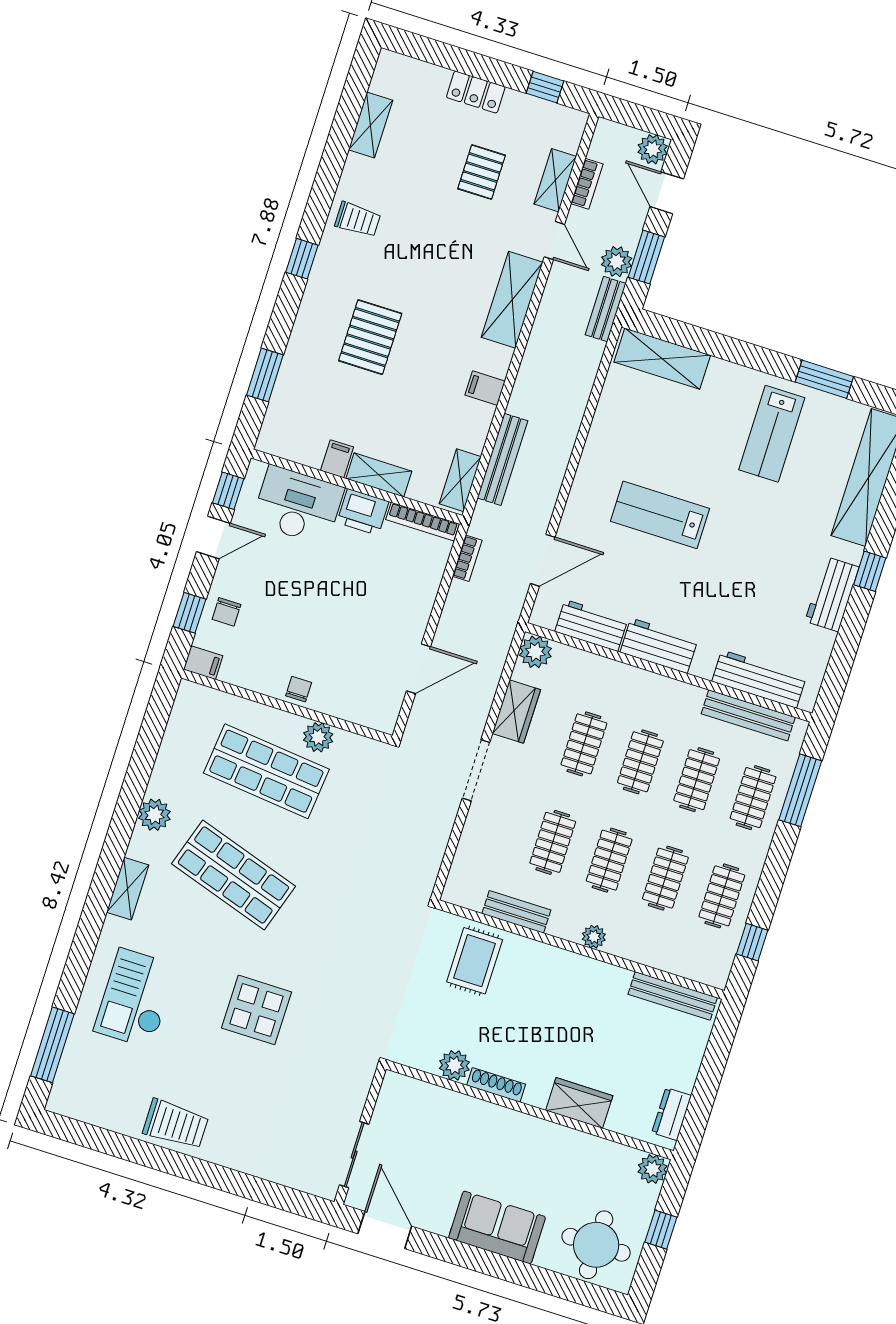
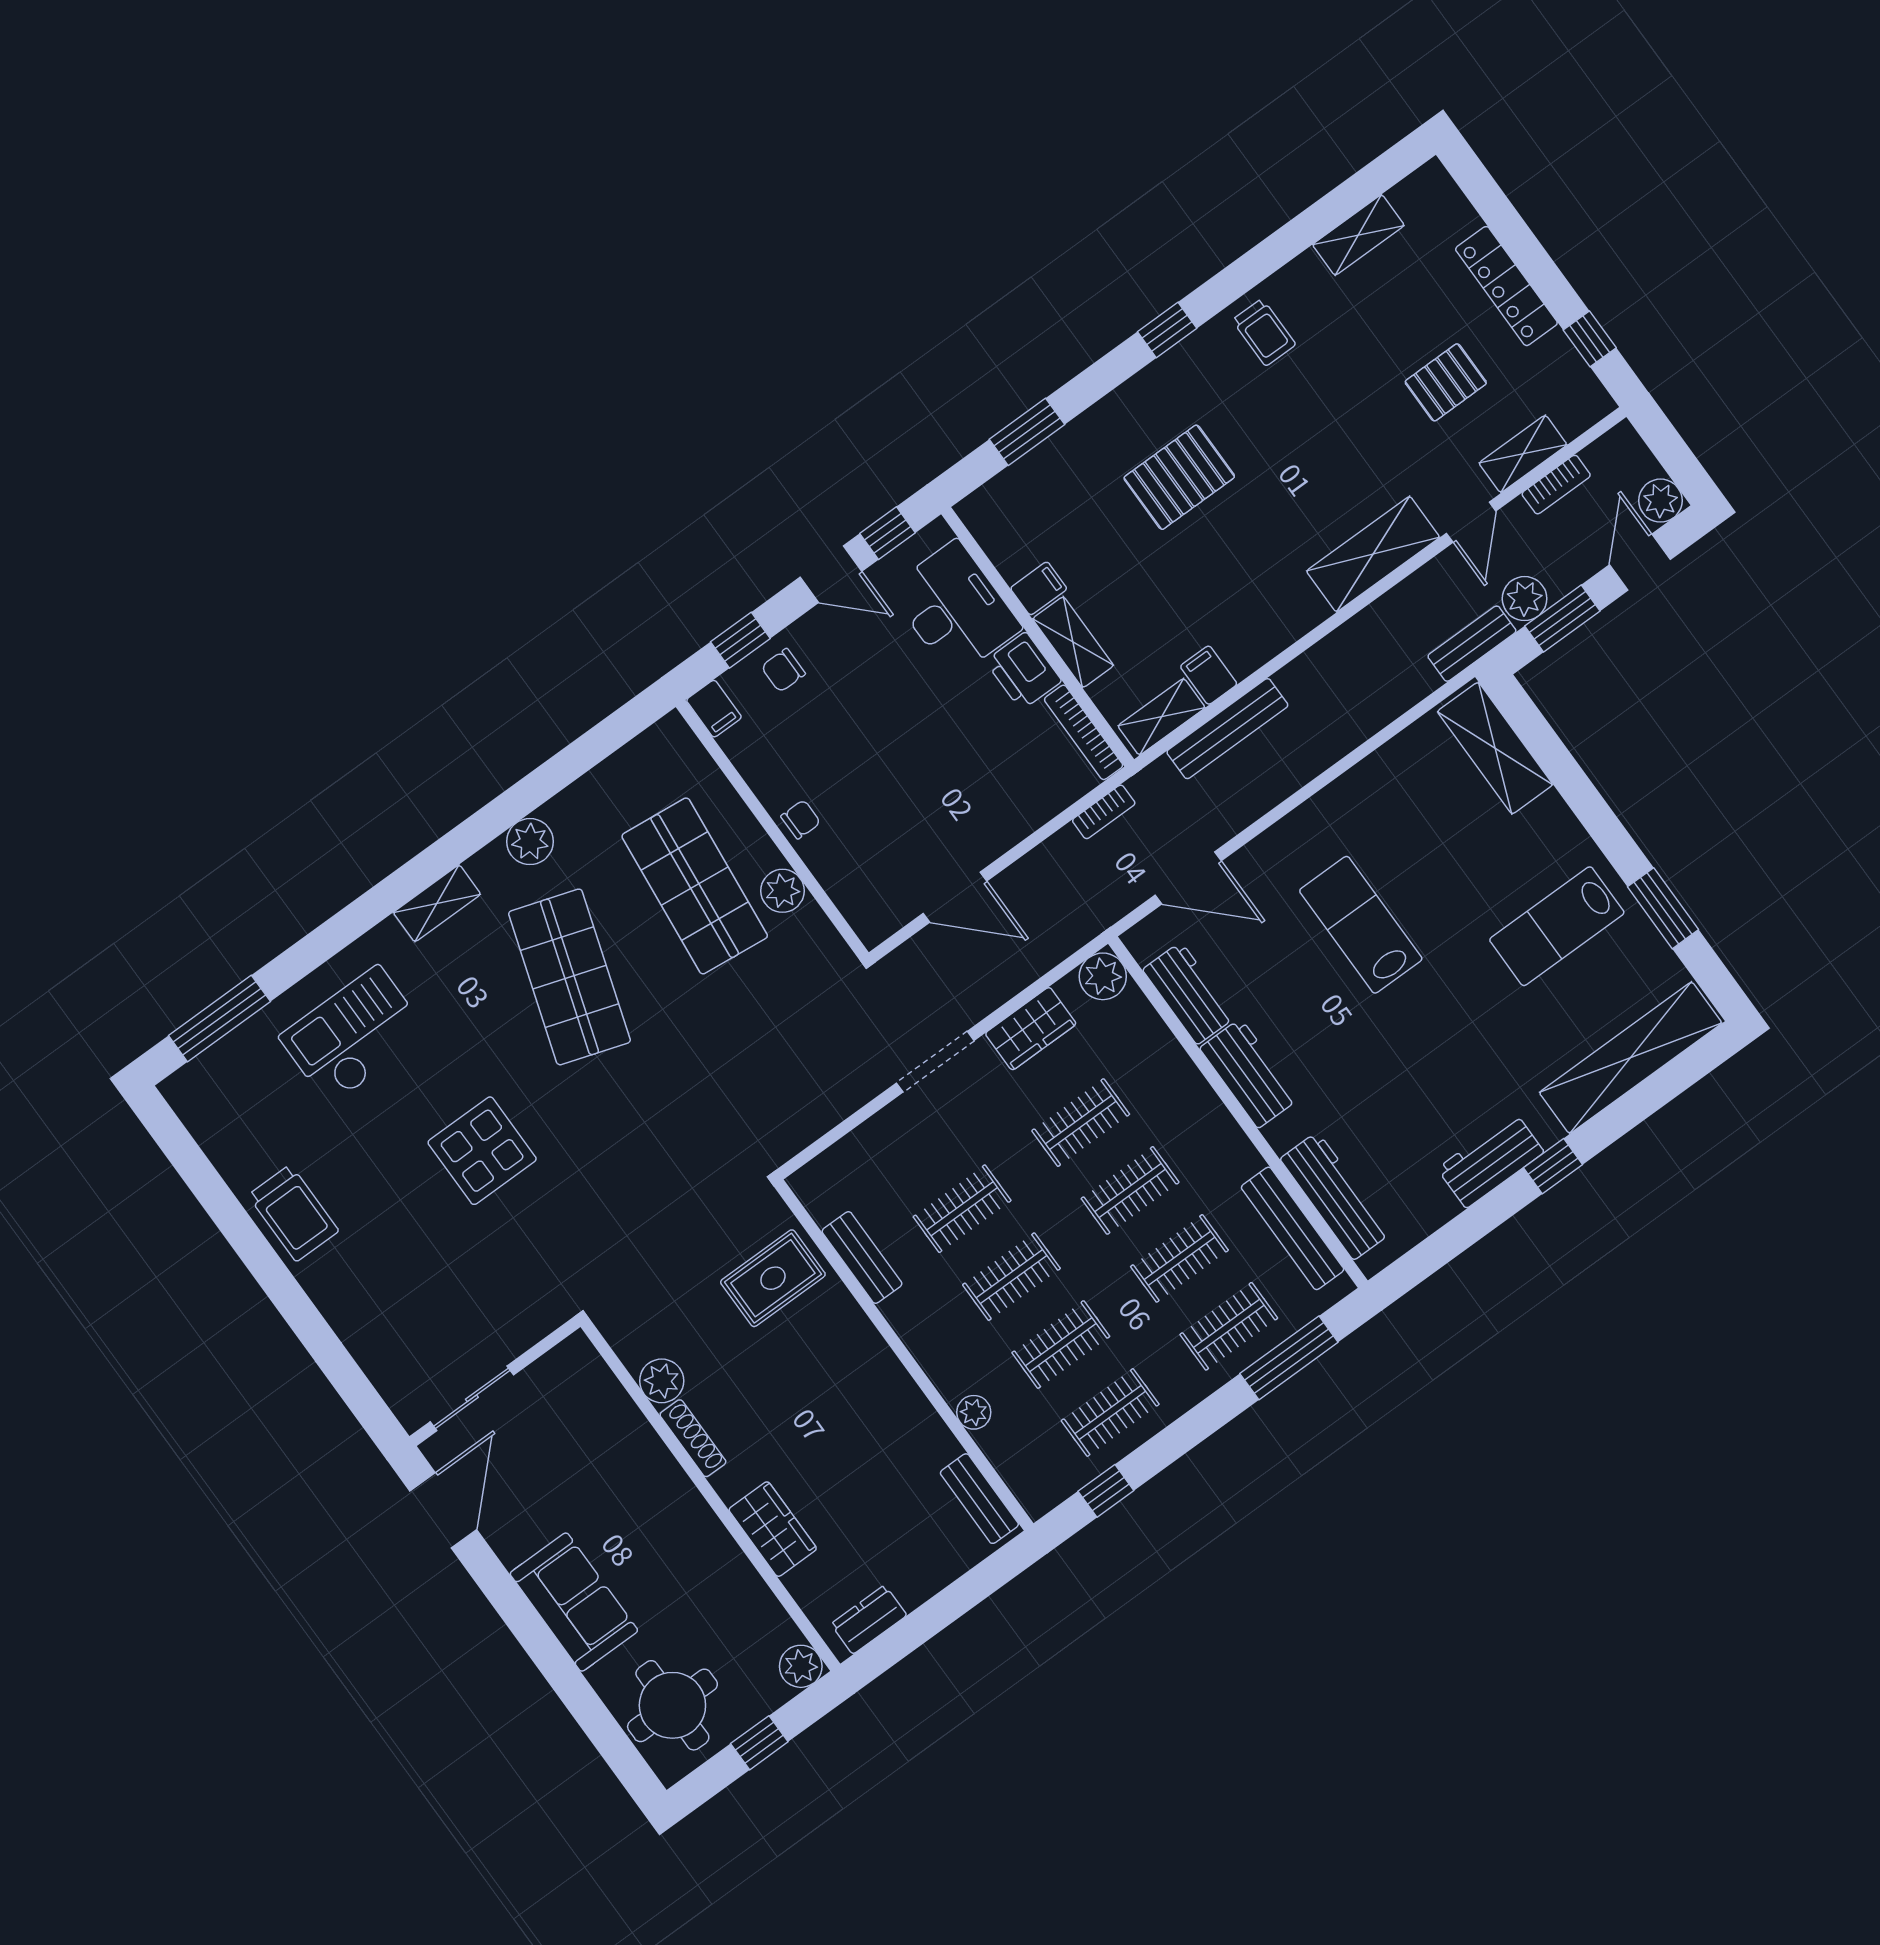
locker: (476, 92) -> (1506, 286), width x1.53
filing cabinet: (485, 388) -> (1209, 675), moved
plant: (594, 937) -> (974, 1412), moved
bench: (673, 996) -> (979, 1499), width x0.73

